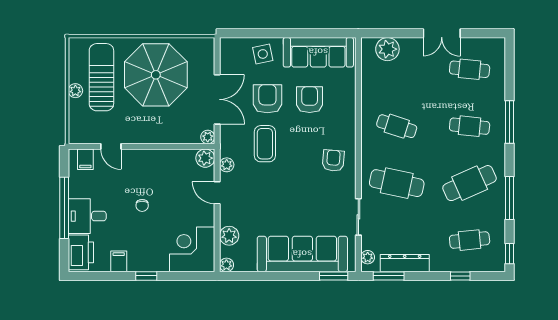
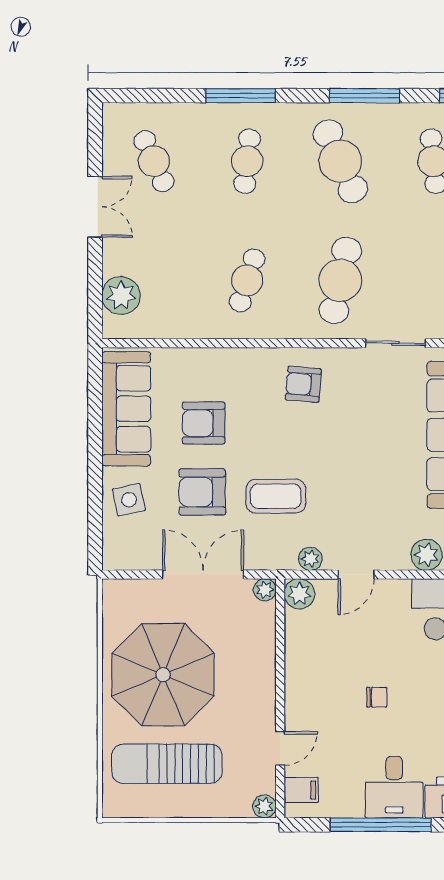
cafe table: (470, 69) -> (154, 161), turned -30
plant: (75, 91) -> (264, 806), moved

